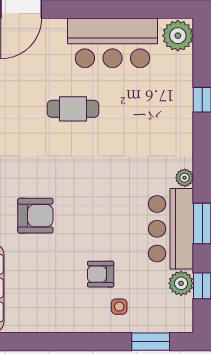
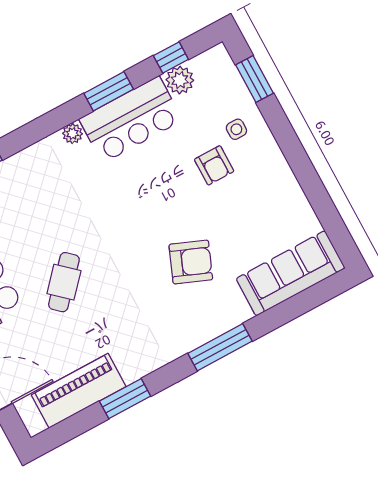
cafe table: (73, 109) -> (64, 282), turned 42
armchair: (35, 216) -> (191, 262), turned 112

